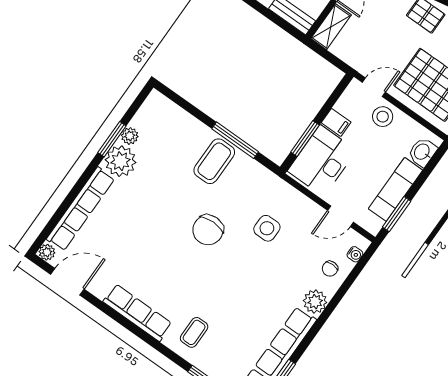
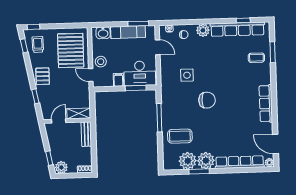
plant: (130, 136) -> (188, 161), width x1.87, depth x1.87
coffee table: (214, 161) -> (180, 136), moved
coffee table: (194, 332) -> (256, 58), moved

